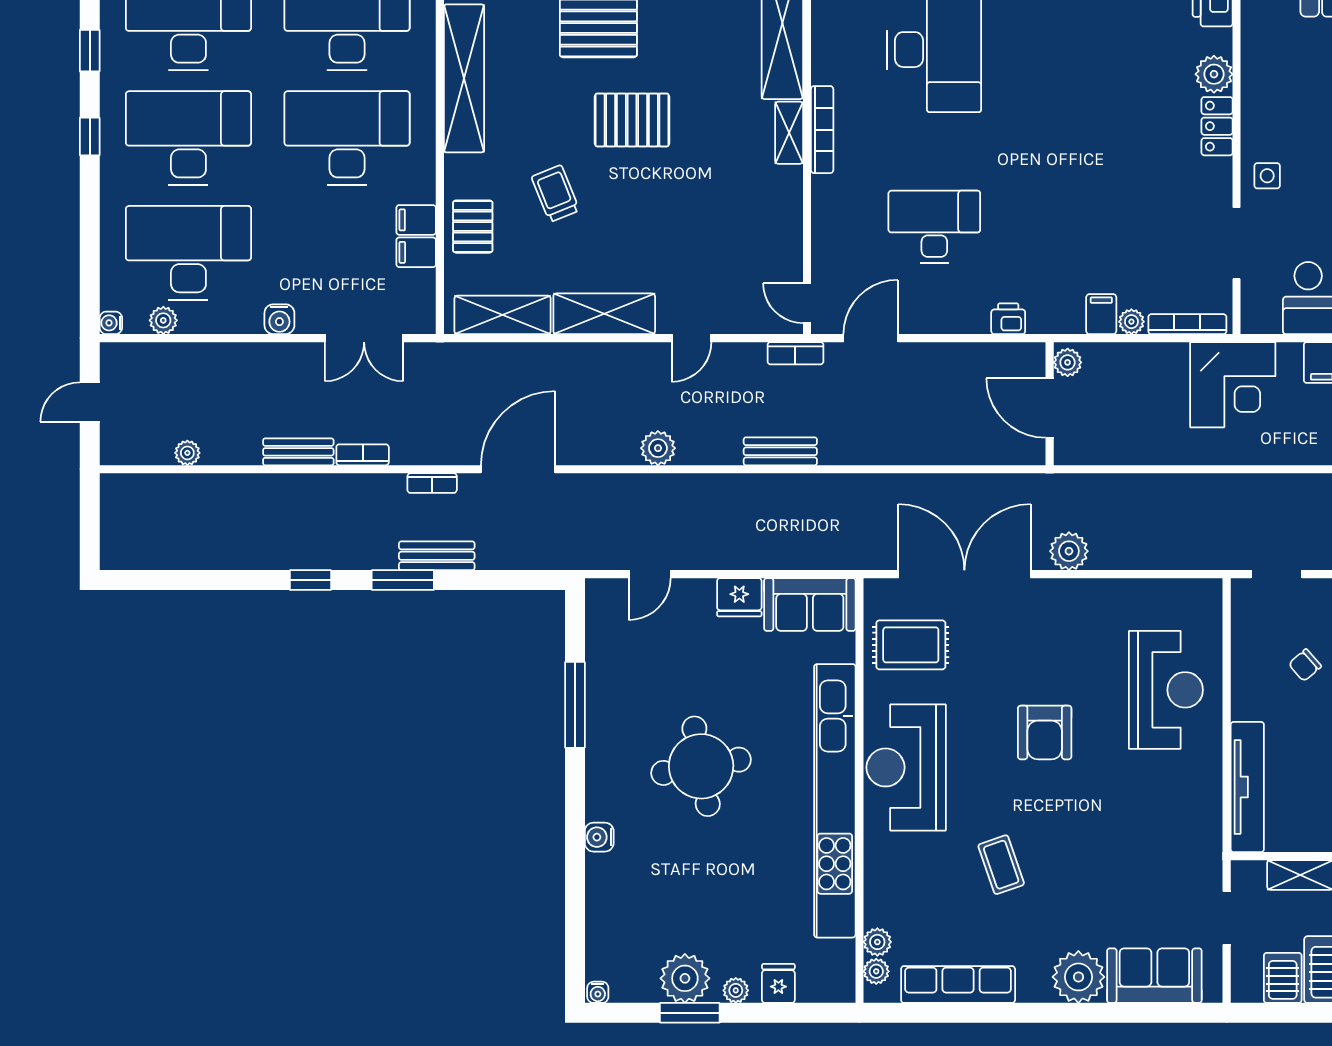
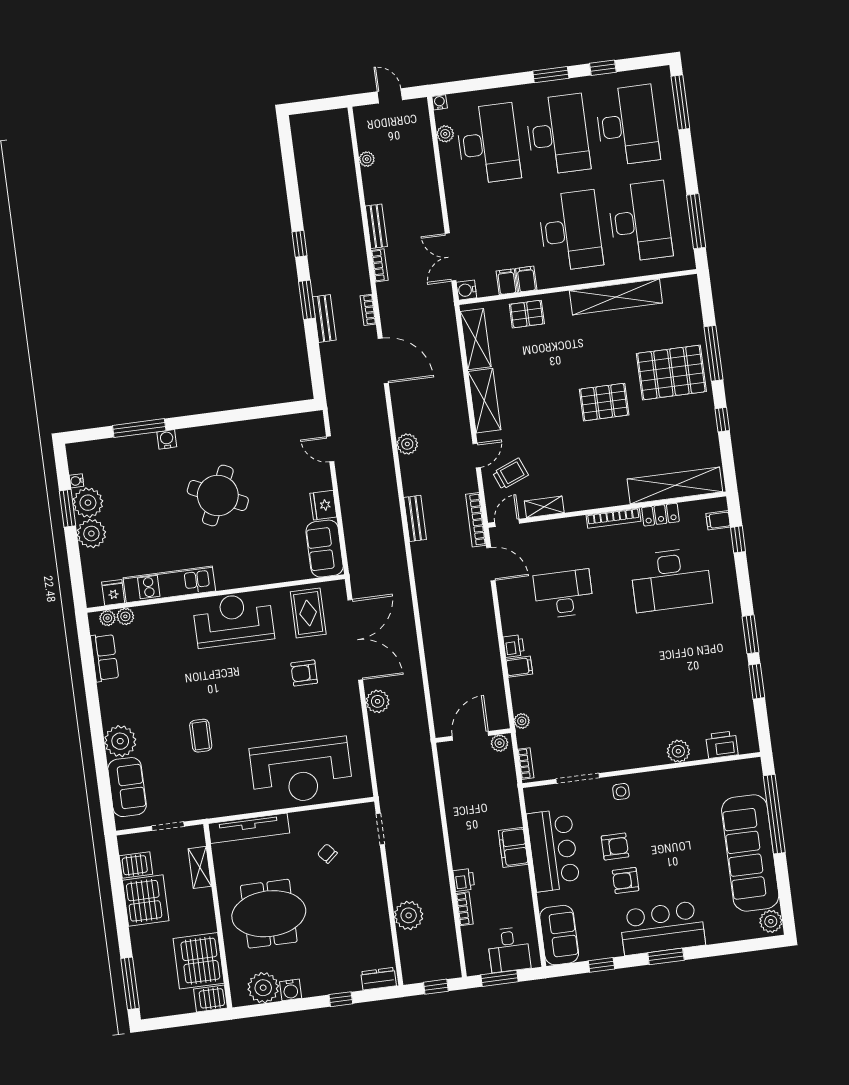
pallet: (632, 120) -> (604, 402), turned 90
locker: (1217, 126) -> (660, 515), moved, turned 180
shelving: (789, 133) -> (544, 507), moved
window: (90, 136) -> (551, 75), width x1.50
trolley: (555, 194) -> (510, 474), moved
desk: (934, 227) -> (564, 594), turned -90
filing cabinet: (1101, 314) -> (519, 667), moved
water cooler: (279, 319) -> (466, 290), moved
bookcase: (1187, 324) -> (526, 764), width x0.64
door: (692, 338) -> (477, 456), swing flipped
bookcase: (795, 353) -> (476, 520), width x1.56
plant: (1068, 362) -> (500, 743), moved
corner desk: (1233, 385) -> (492, 787), removed
wall: (1050, 404) -> (473, 736), moved
door: (1050, 408) -> (470, 736), moved
reception desk: (1166, 690) -> (301, 771), width x1.36, depth x1.30
window: (575, 705) -> (139, 428), moved
armchair: (1045, 732) -> (304, 673), moved, width x0.72, depth x0.72
round table: (701, 766) -> (218, 495), turned 35
kitchen unit: (835, 801) -> (169, 584), width x0.54
coffee table: (1001, 865) -> (201, 736), moved, turned -71
fridge: (778, 983) -> (113, 592), moved, turned -90
row of seats: (958, 985) -> (105, 658), width x0.68
plant: (736, 990) -> (91, 534), width x1.87, depth x1.87
water cooler: (598, 992) -> (76, 481), moved

